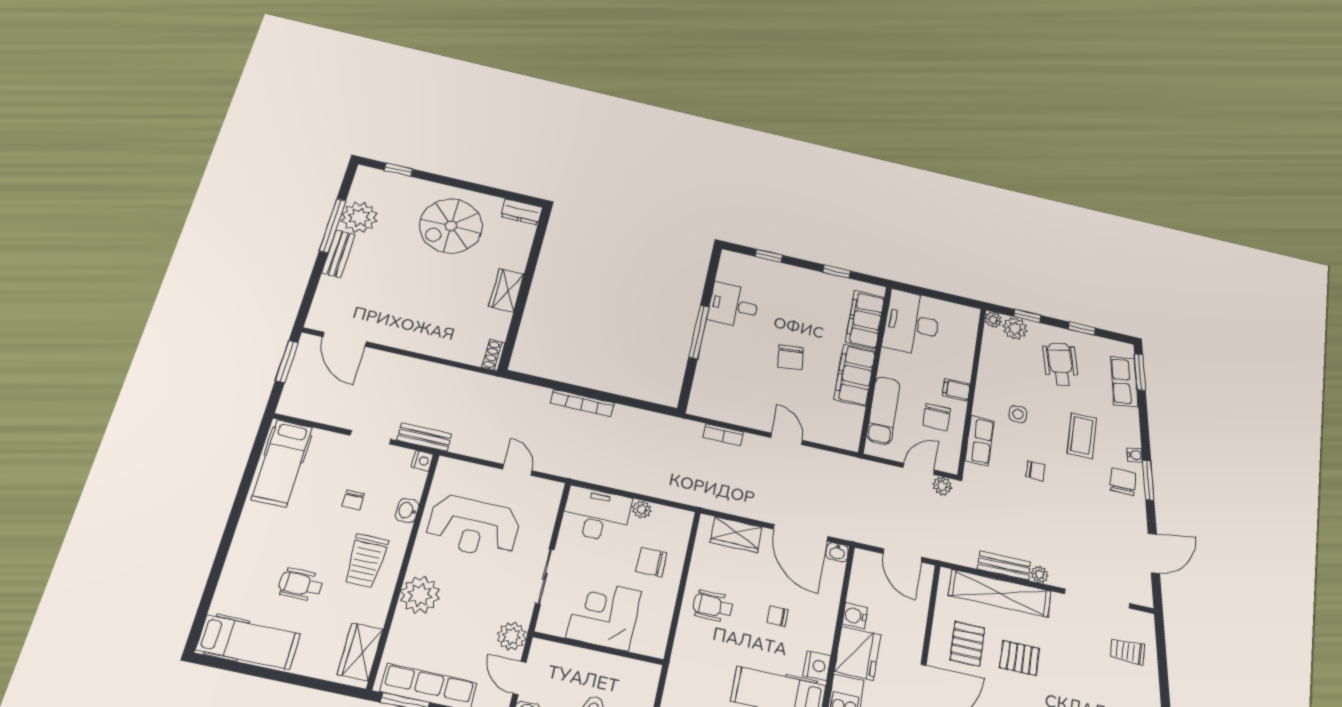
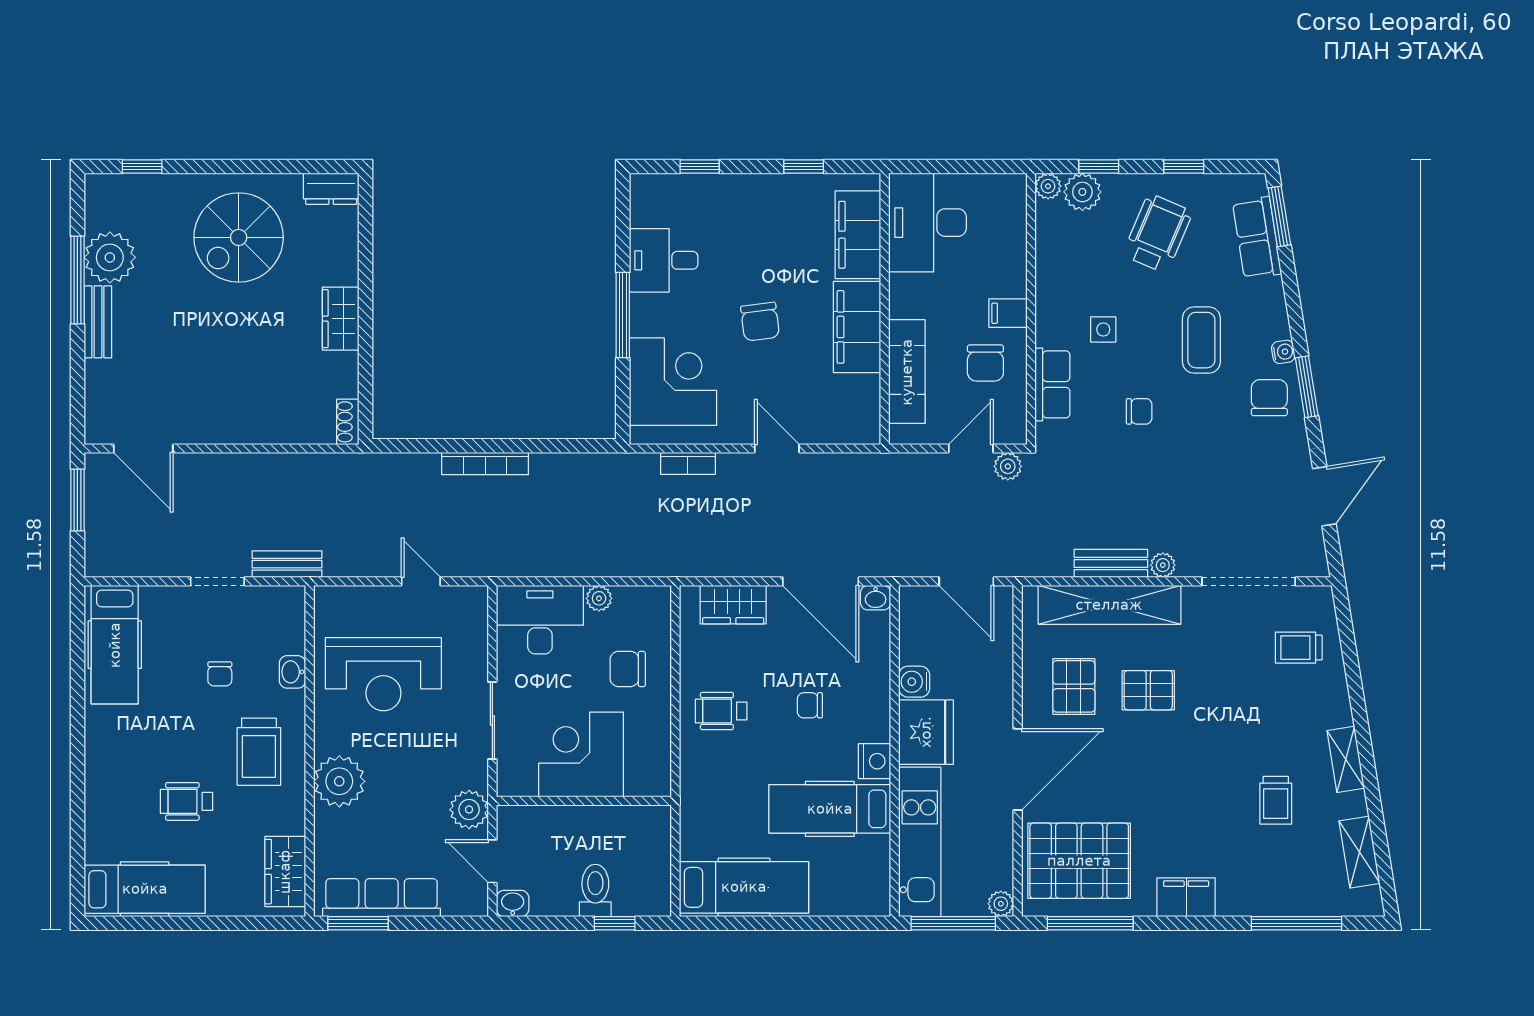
wheelchair: (1060, 364) -> (1158, 233), turned 36
corner desk: (724, 381) -> (673, 382), added
nightstand: (422, 461) -> (294, 598), removed

